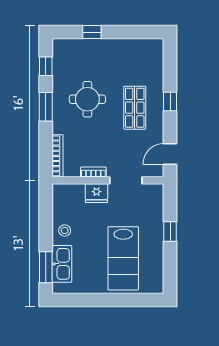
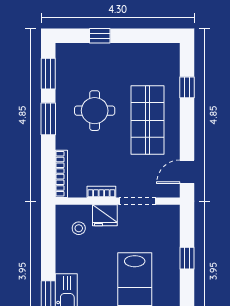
window: (46, 66) -> (48, 74), width x1.50
window: (170, 102) -> (187, 87), moved
shop shelf: (135, 108) -> (148, 120), width x1.43, depth x1.36
stool: (65, 230) -> (79, 228), moved

